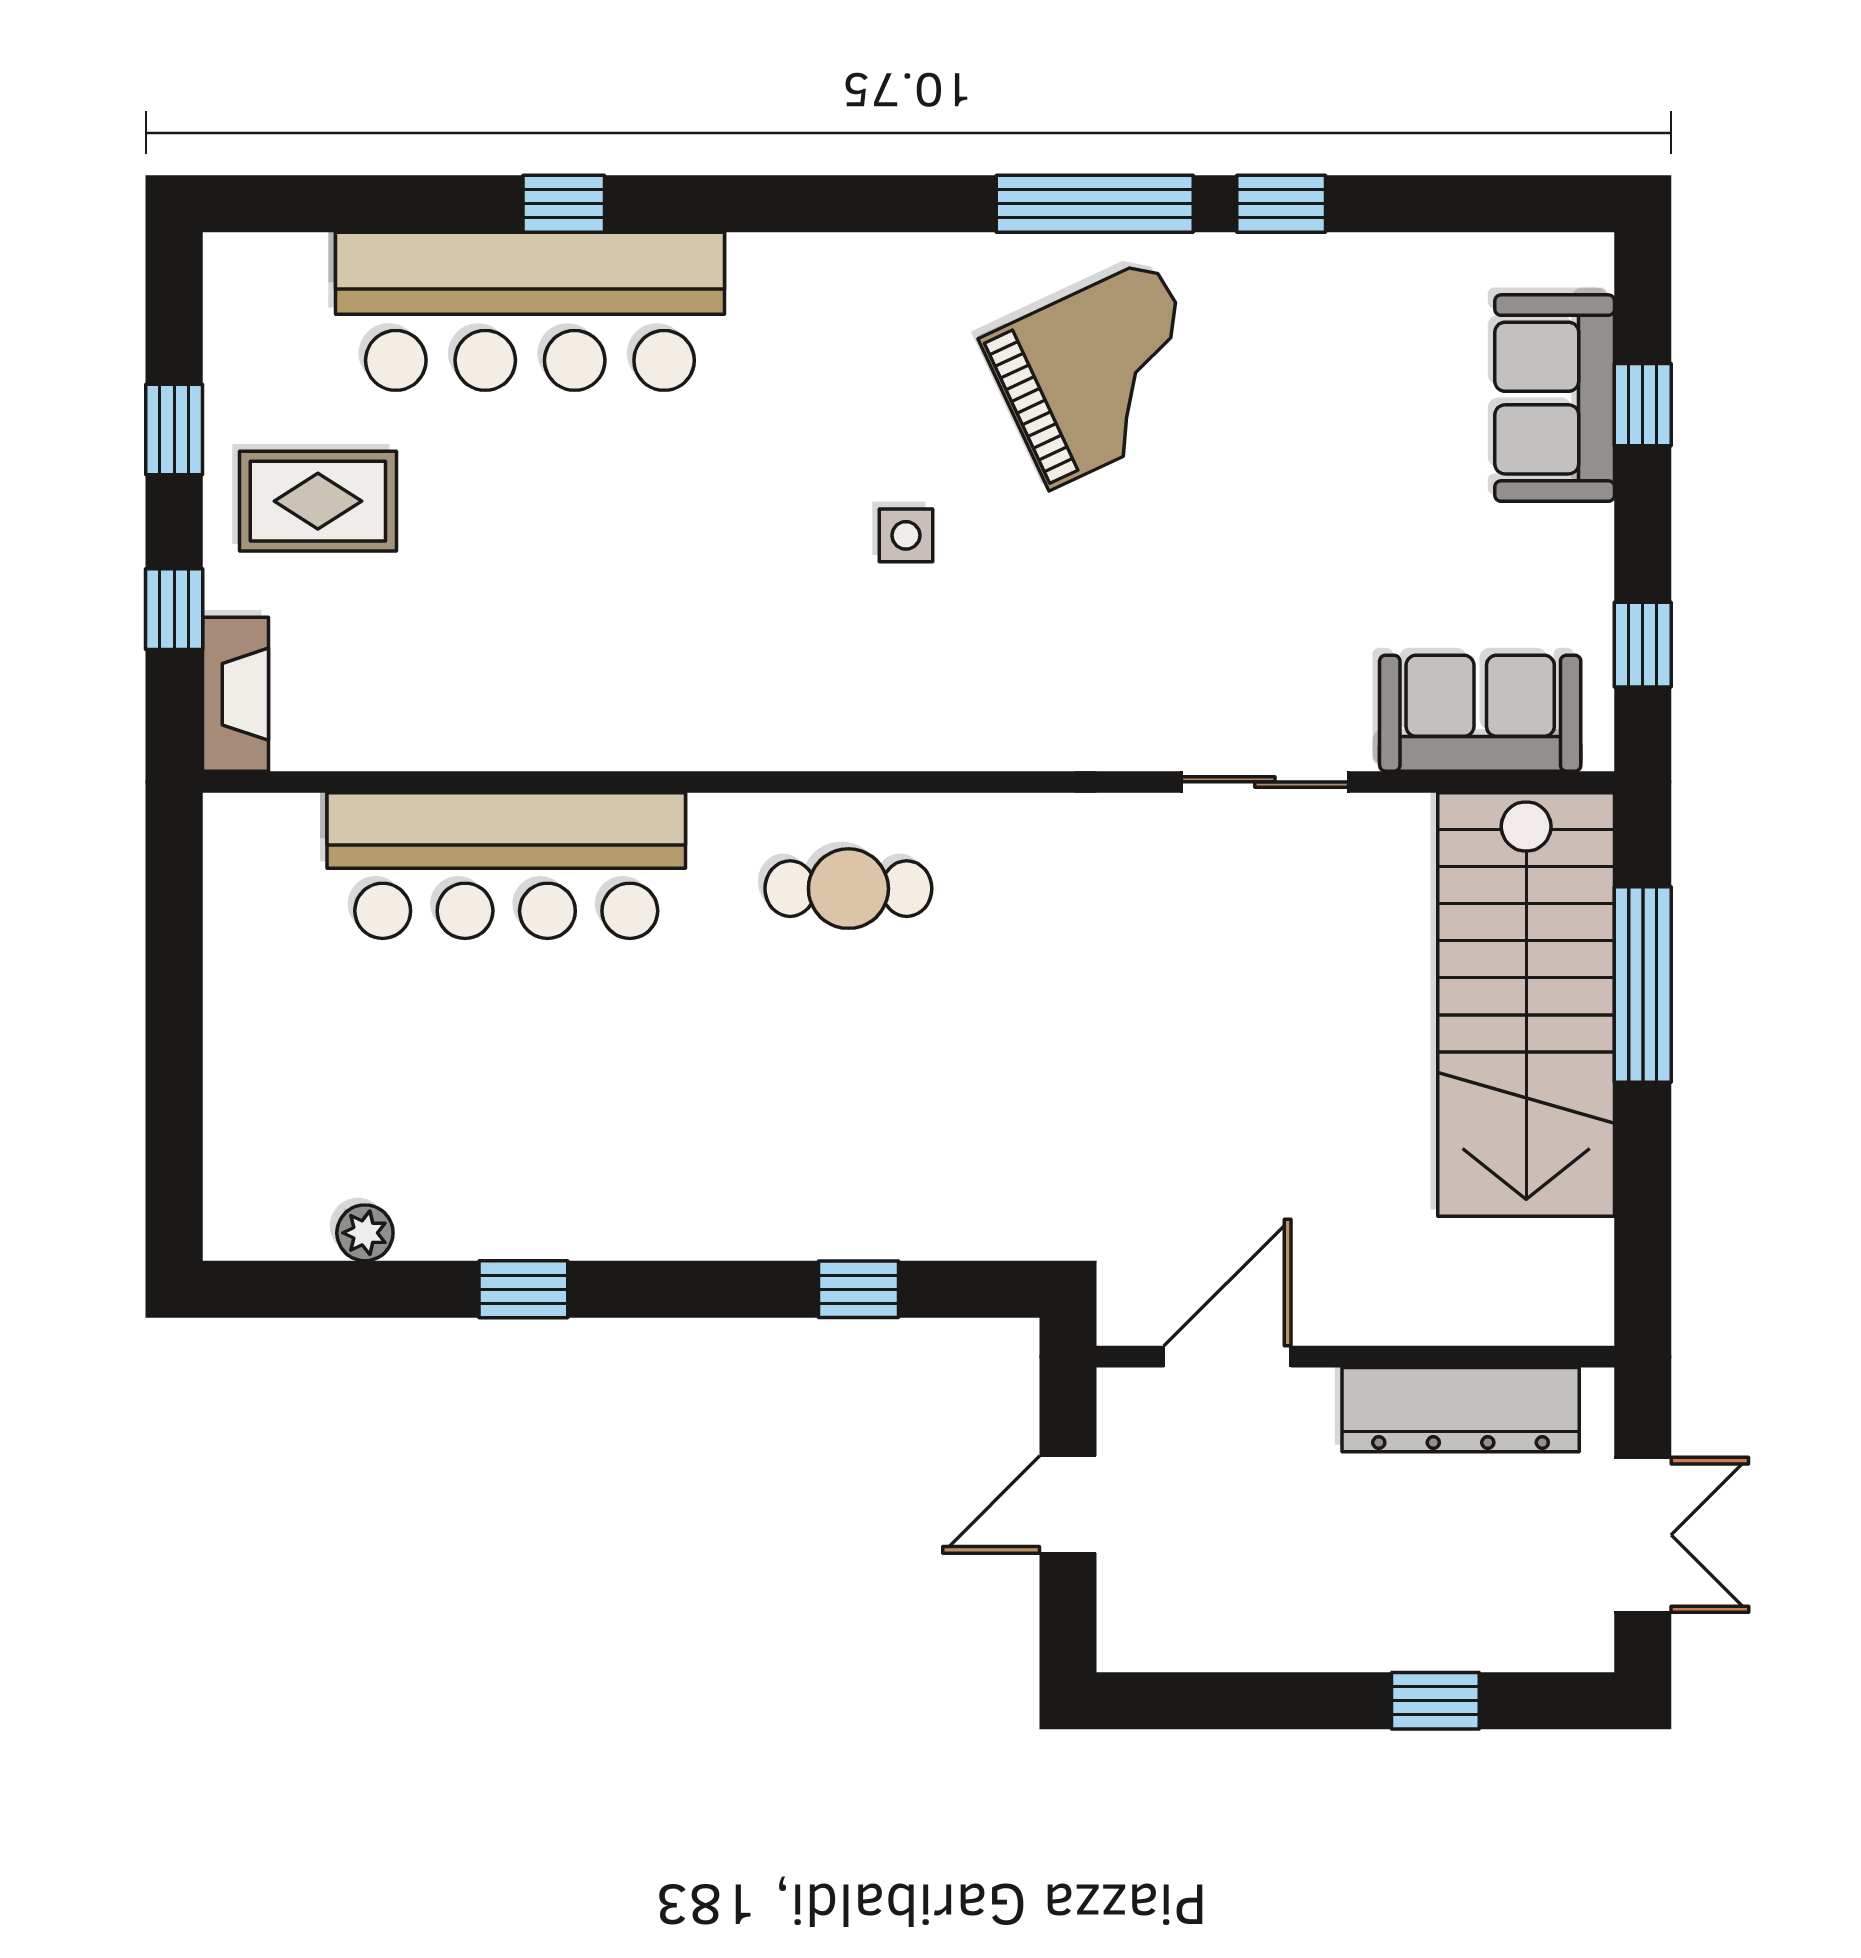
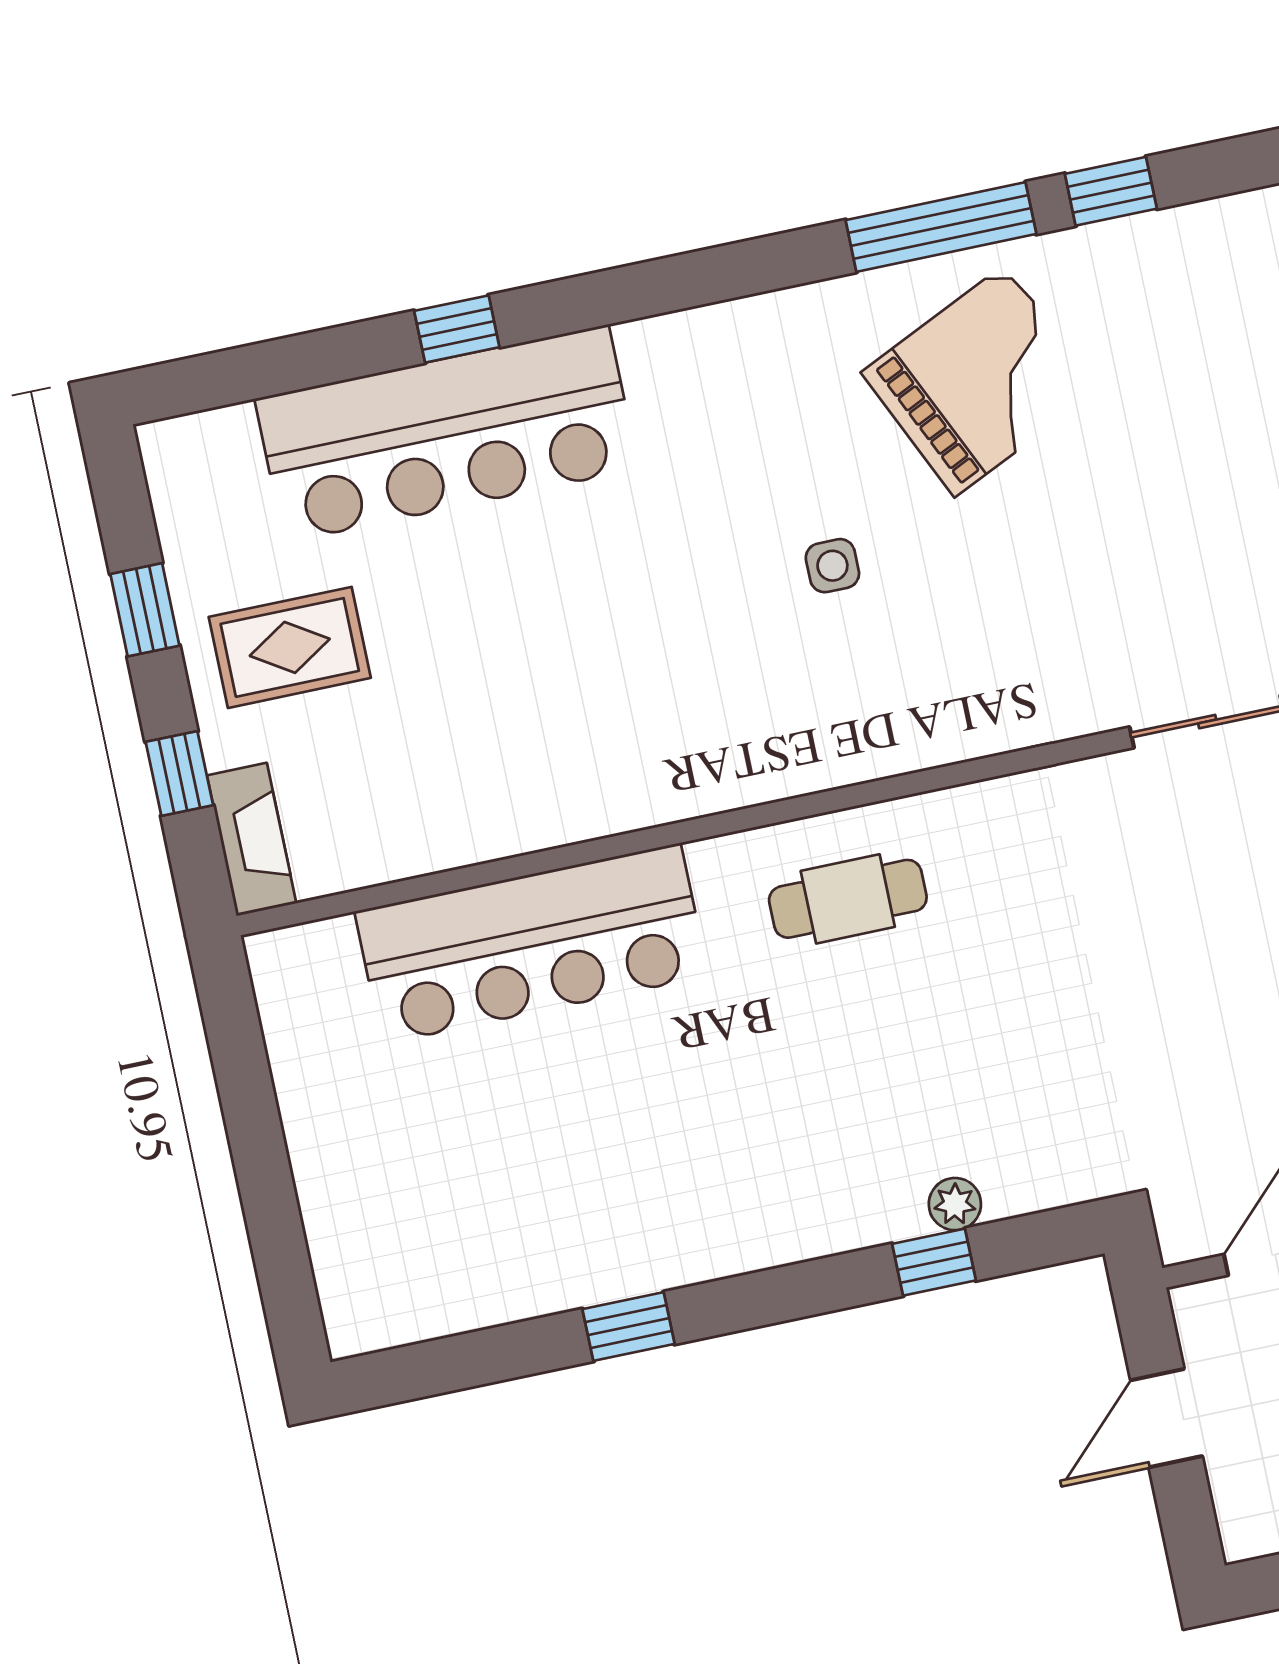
plant: (365, 1233) -> (955, 1204), moved

